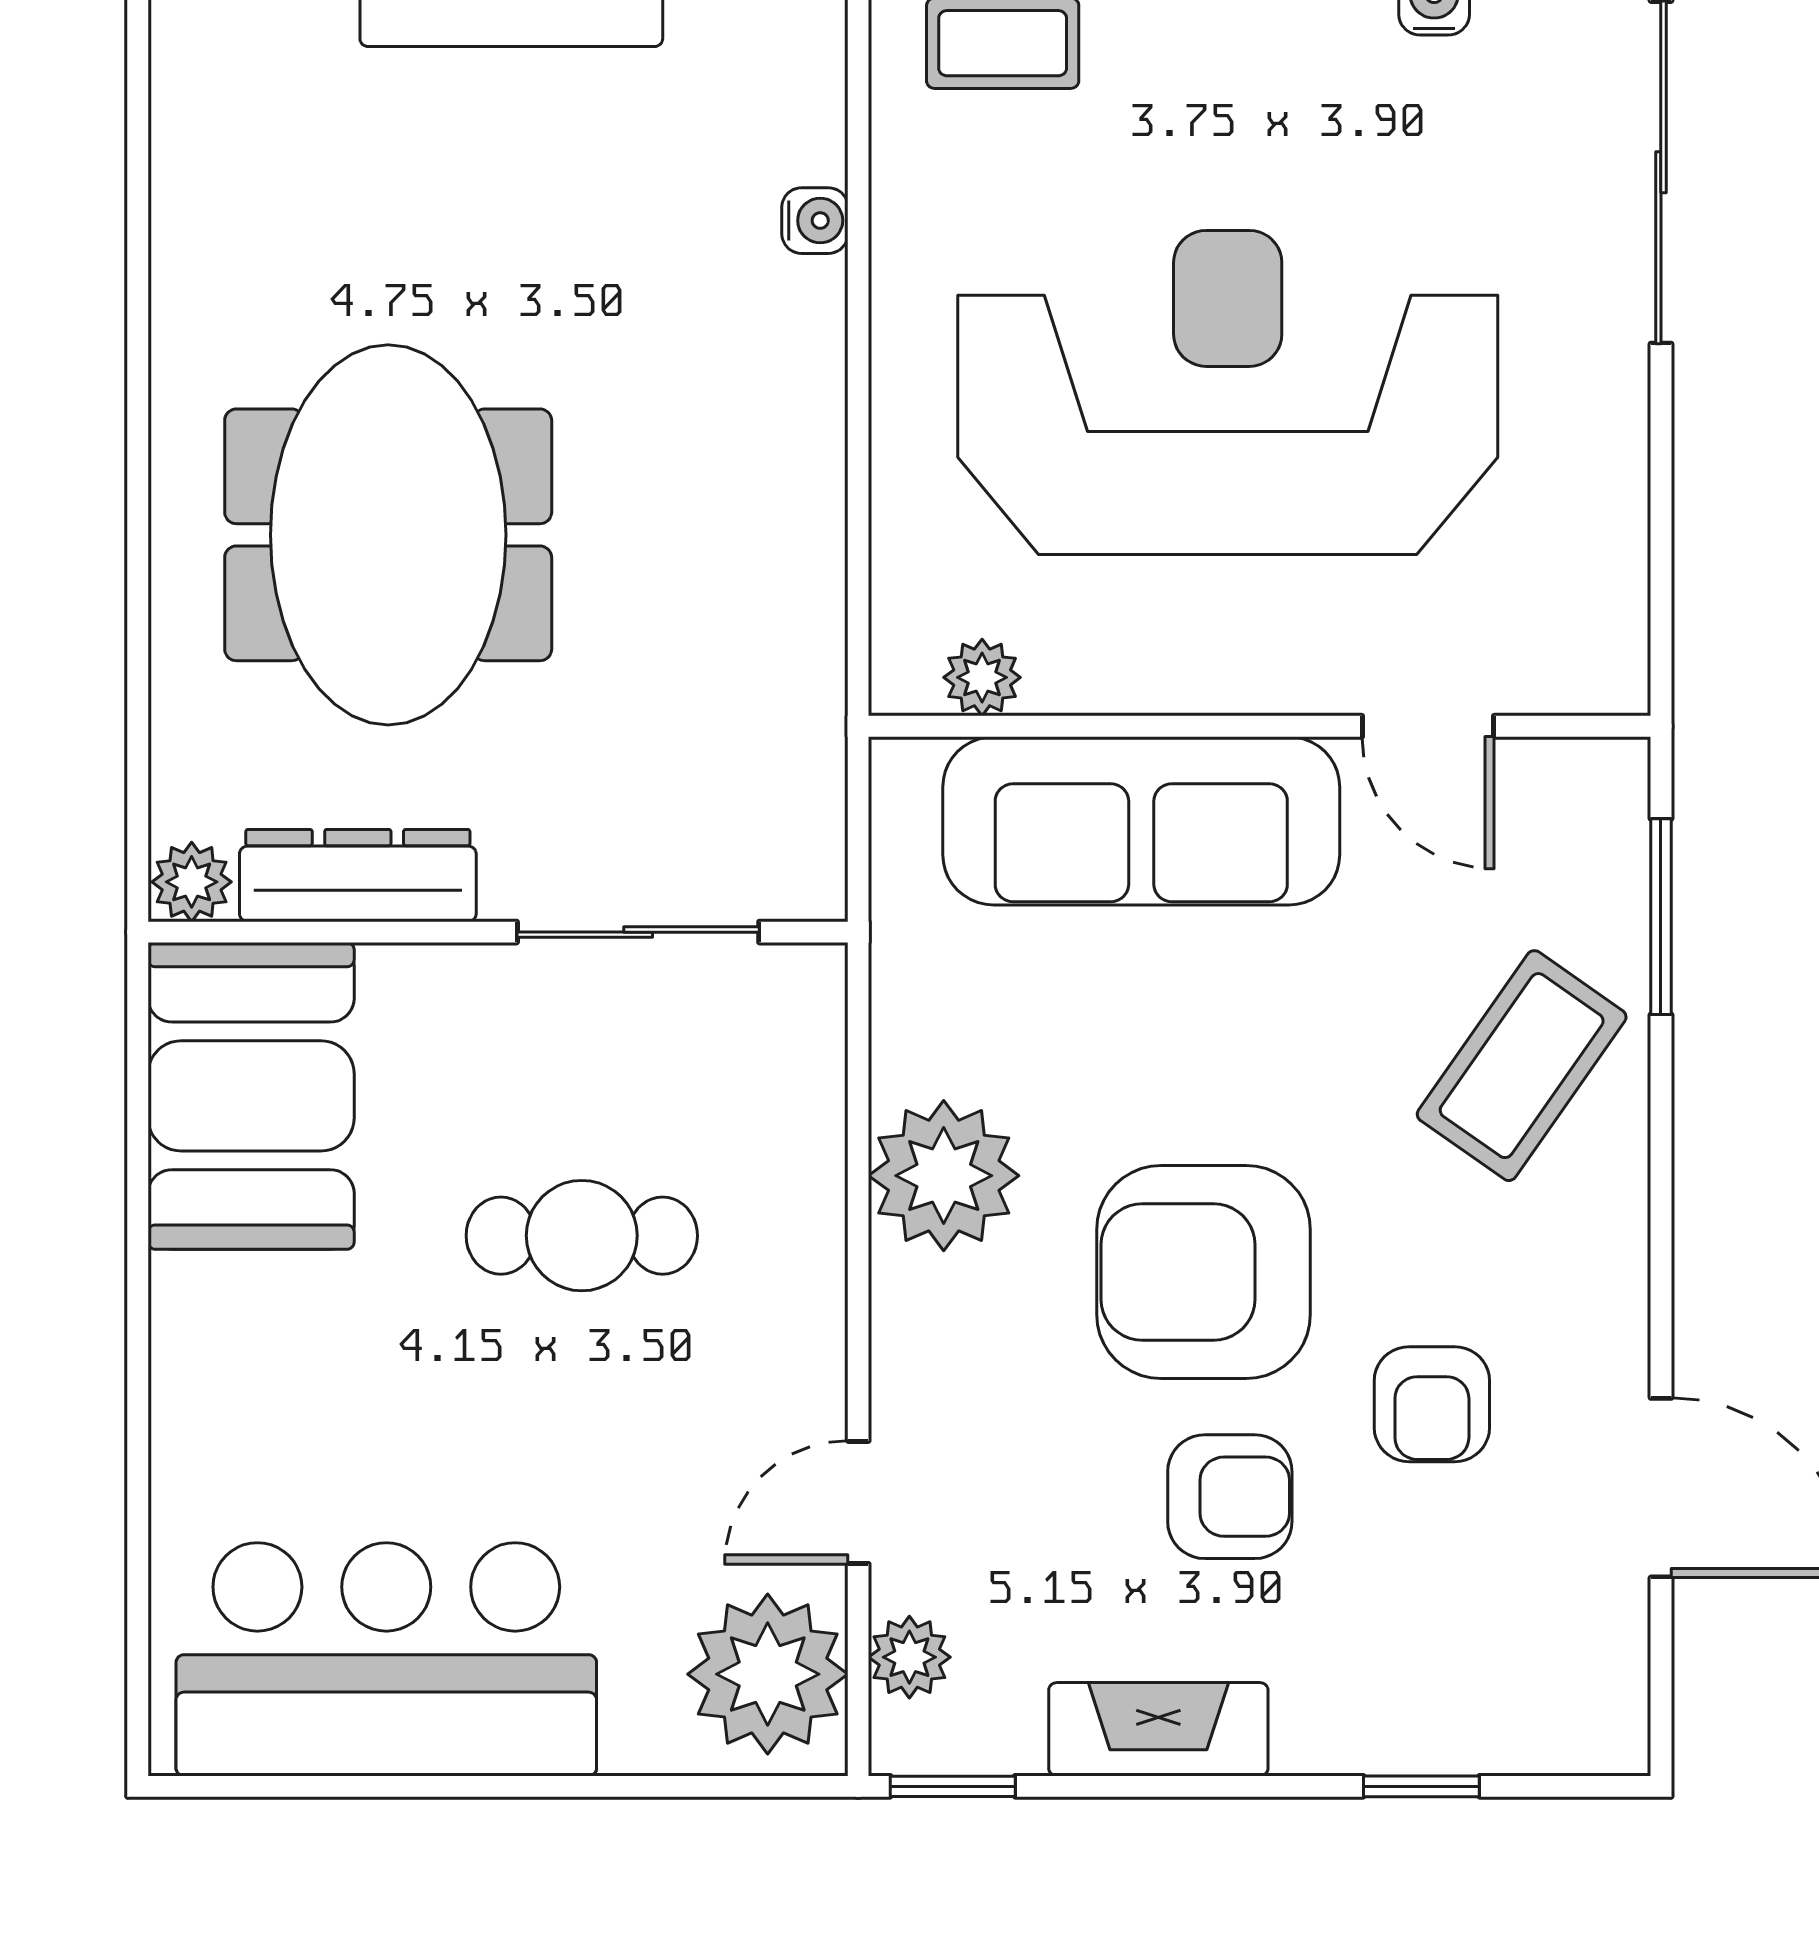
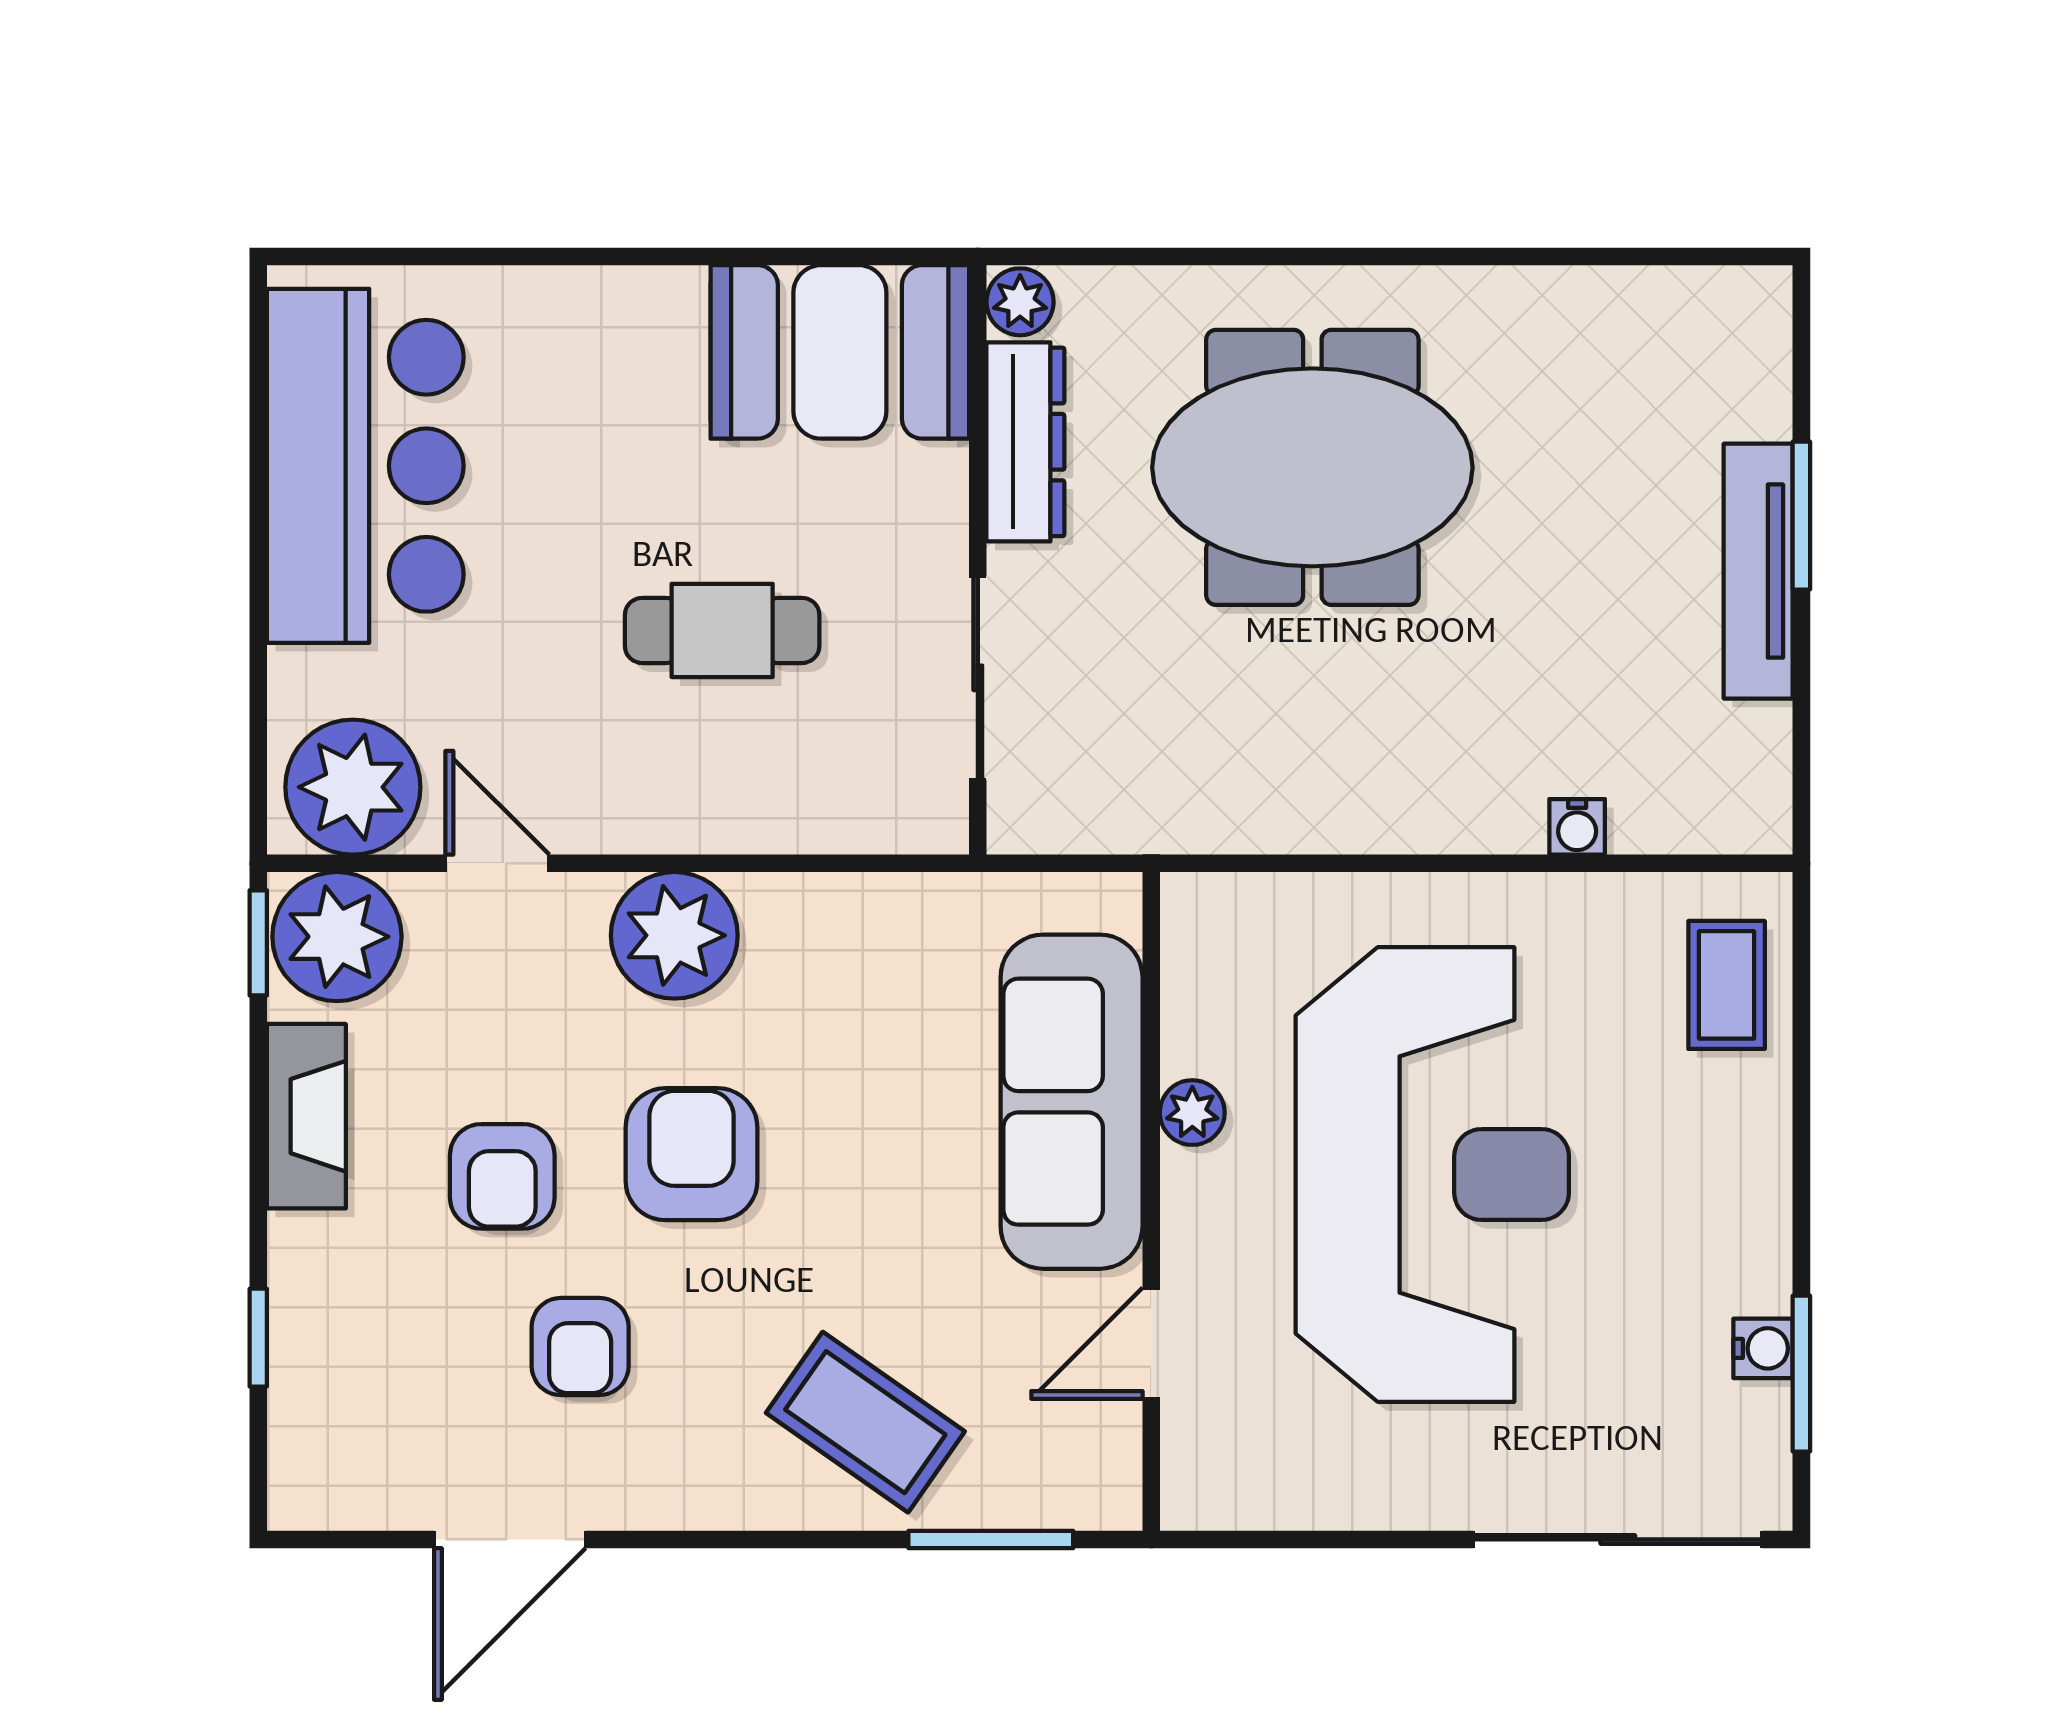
plant: (982, 677) -> (1192, 1113), moved
plant: (944, 1176) -> (674, 935), moved
cafe table: (582, 1236) -> (722, 630), turned 90
armchair: (1204, 1272) -> (691, 1154), width x0.73, depth x0.73
armchair: (1432, 1404) -> (580, 1347), turned -90
plant: (909, 1657) -> (337, 937), width x1.88, depth x1.88

